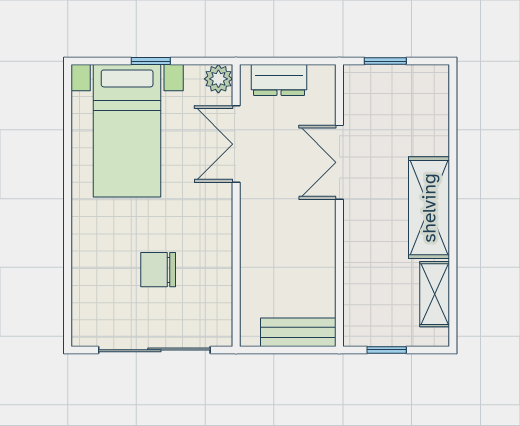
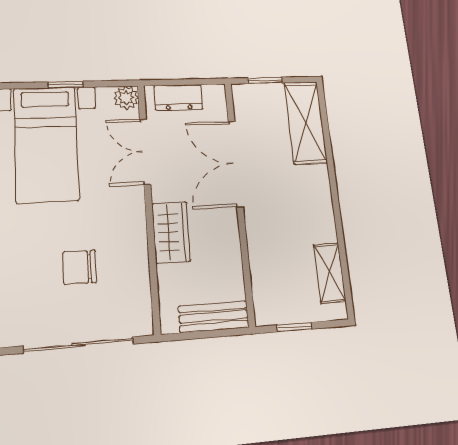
double door: (339, 162) -> (236, 163), width x1.37
shelving: (429, 208) -> (306, 122), moved
wardrobe: (259, 238) -> (171, 232), added

